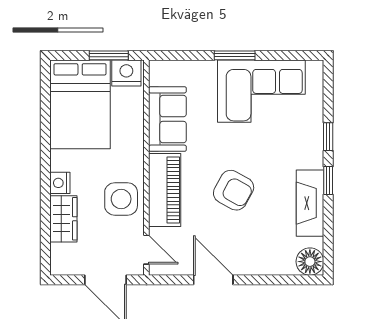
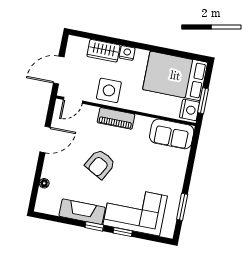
window: (235, 55) -> (182, 207), moved
corner sofa: (261, 91) -> (135, 211), moved, turned 90
sofa: (167, 119) -> (172, 134), moved
piano: (165, 190) -> (116, 118), width x0.73, depth x0.75
floor lamp: (310, 262) -> (44, 183), moved, width x0.53, depth x0.53

